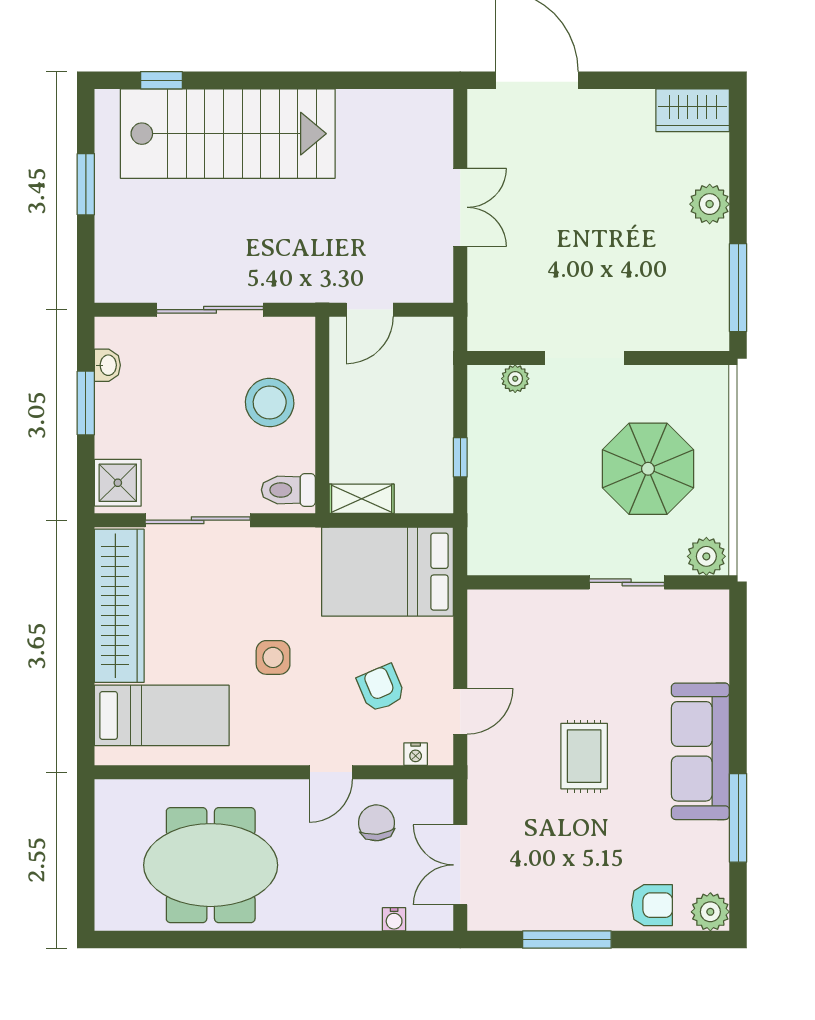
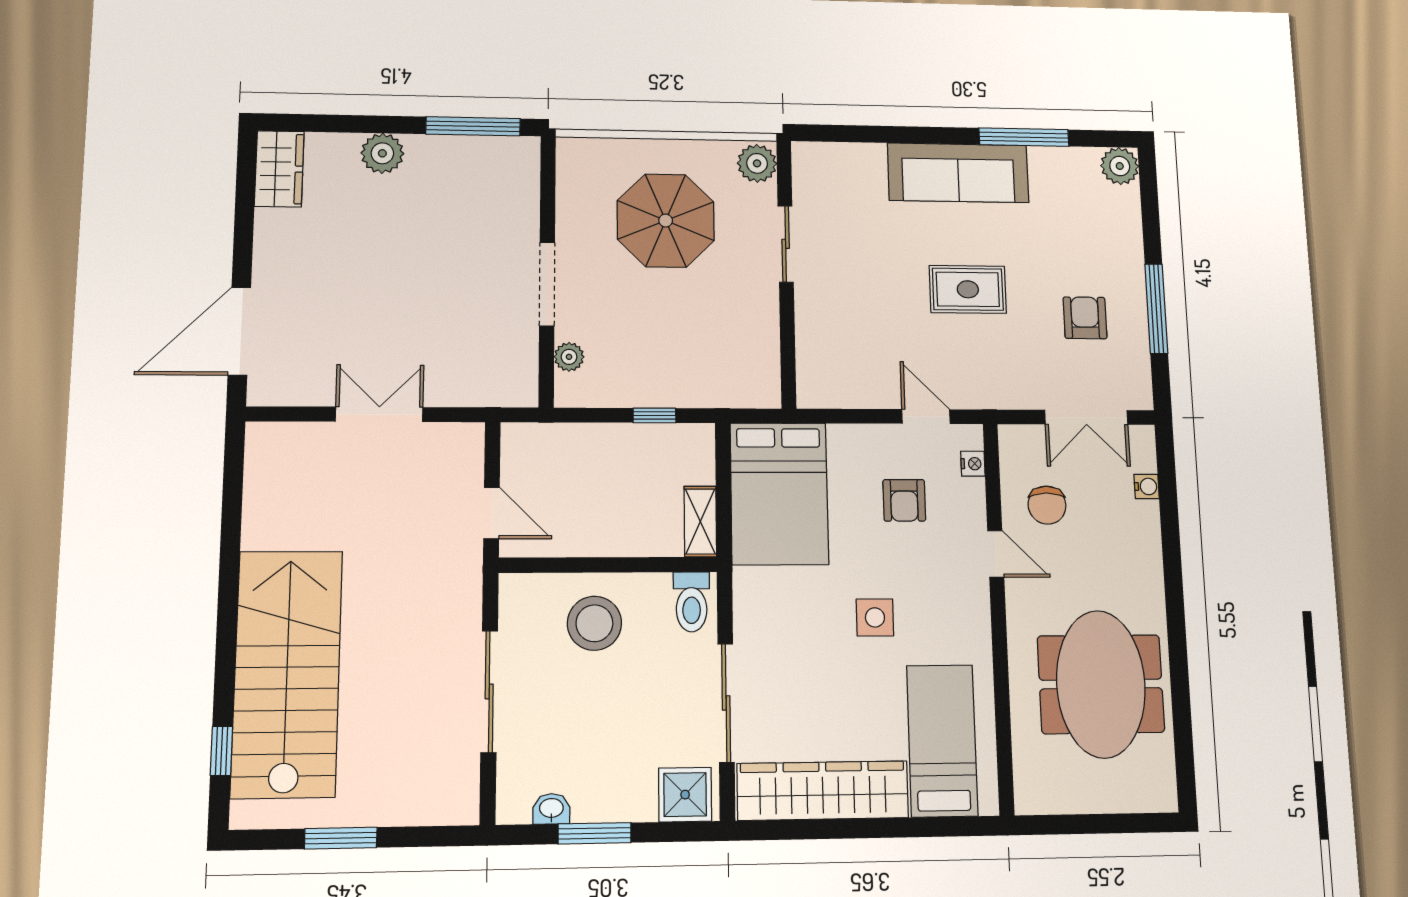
armchair: (381, 688) -> (904, 500), turned -67
chair: (376, 823) -> (1047, 505), turned -84
armchair: (652, 905) -> (1085, 318), moved

